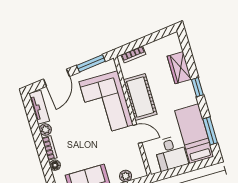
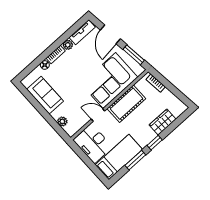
door: (57, 78) -> (110, 34), hinge flipped
window: (210, 131) -> (135, 160), moved
door: (137, 134) -> (98, 115), swing flipped
desk: (171, 153) -> (93, 144), width x1.37

